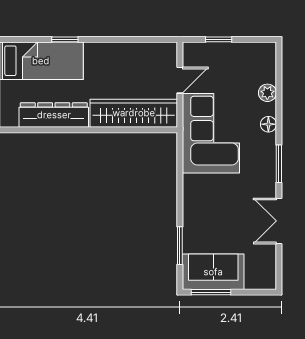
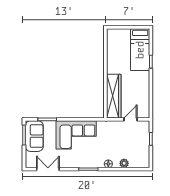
door: (180, 80) -> (130, 119), swing flipped
dresser: (54, 115) -> (113, 56), removed
corner sofa: (211, 133) -> (76, 135), moved
double door: (279, 221) -> (48, 169), moved

